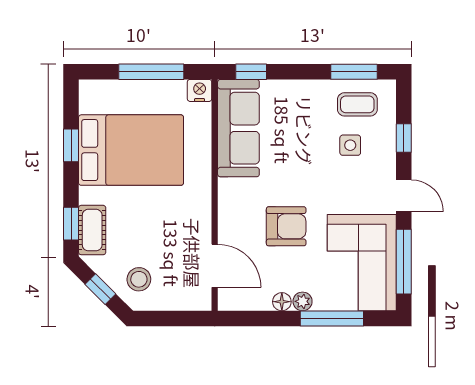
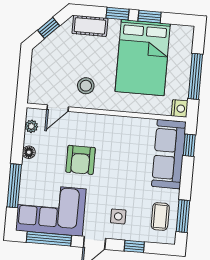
sofa: (238, 128) -> (169, 154), moved, turned 90
side table: (350, 145) -> (118, 216), moved
window: (71, 224) -> (117, 14), moved
door: (215, 266) -> (58, 108), width x0.73
stool: (139, 279) -> (86, 86), moved
plant: (303, 301) -> (31, 126), moved

